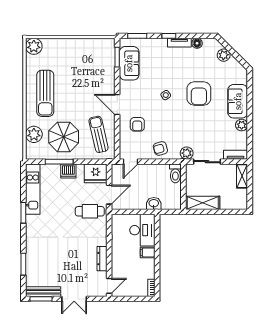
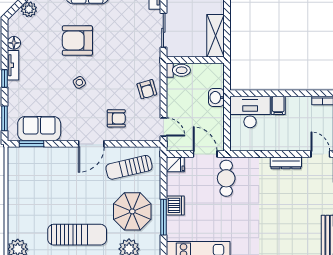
armchair: (199, 94) -> (77, 40), turned 180
plant: (187, 153) -> (153, 56), removed
fridge: (96, 173) -> (175, 164), width x0.53, depth x0.75

